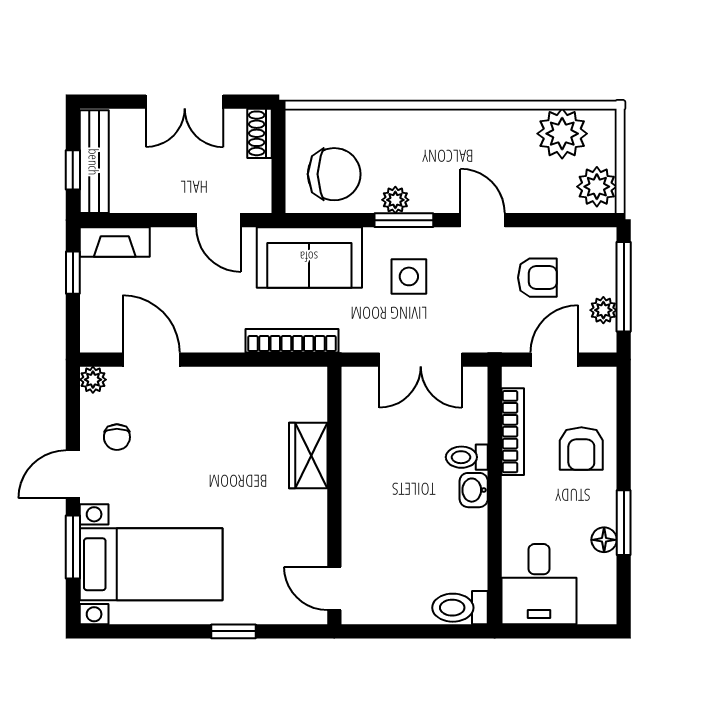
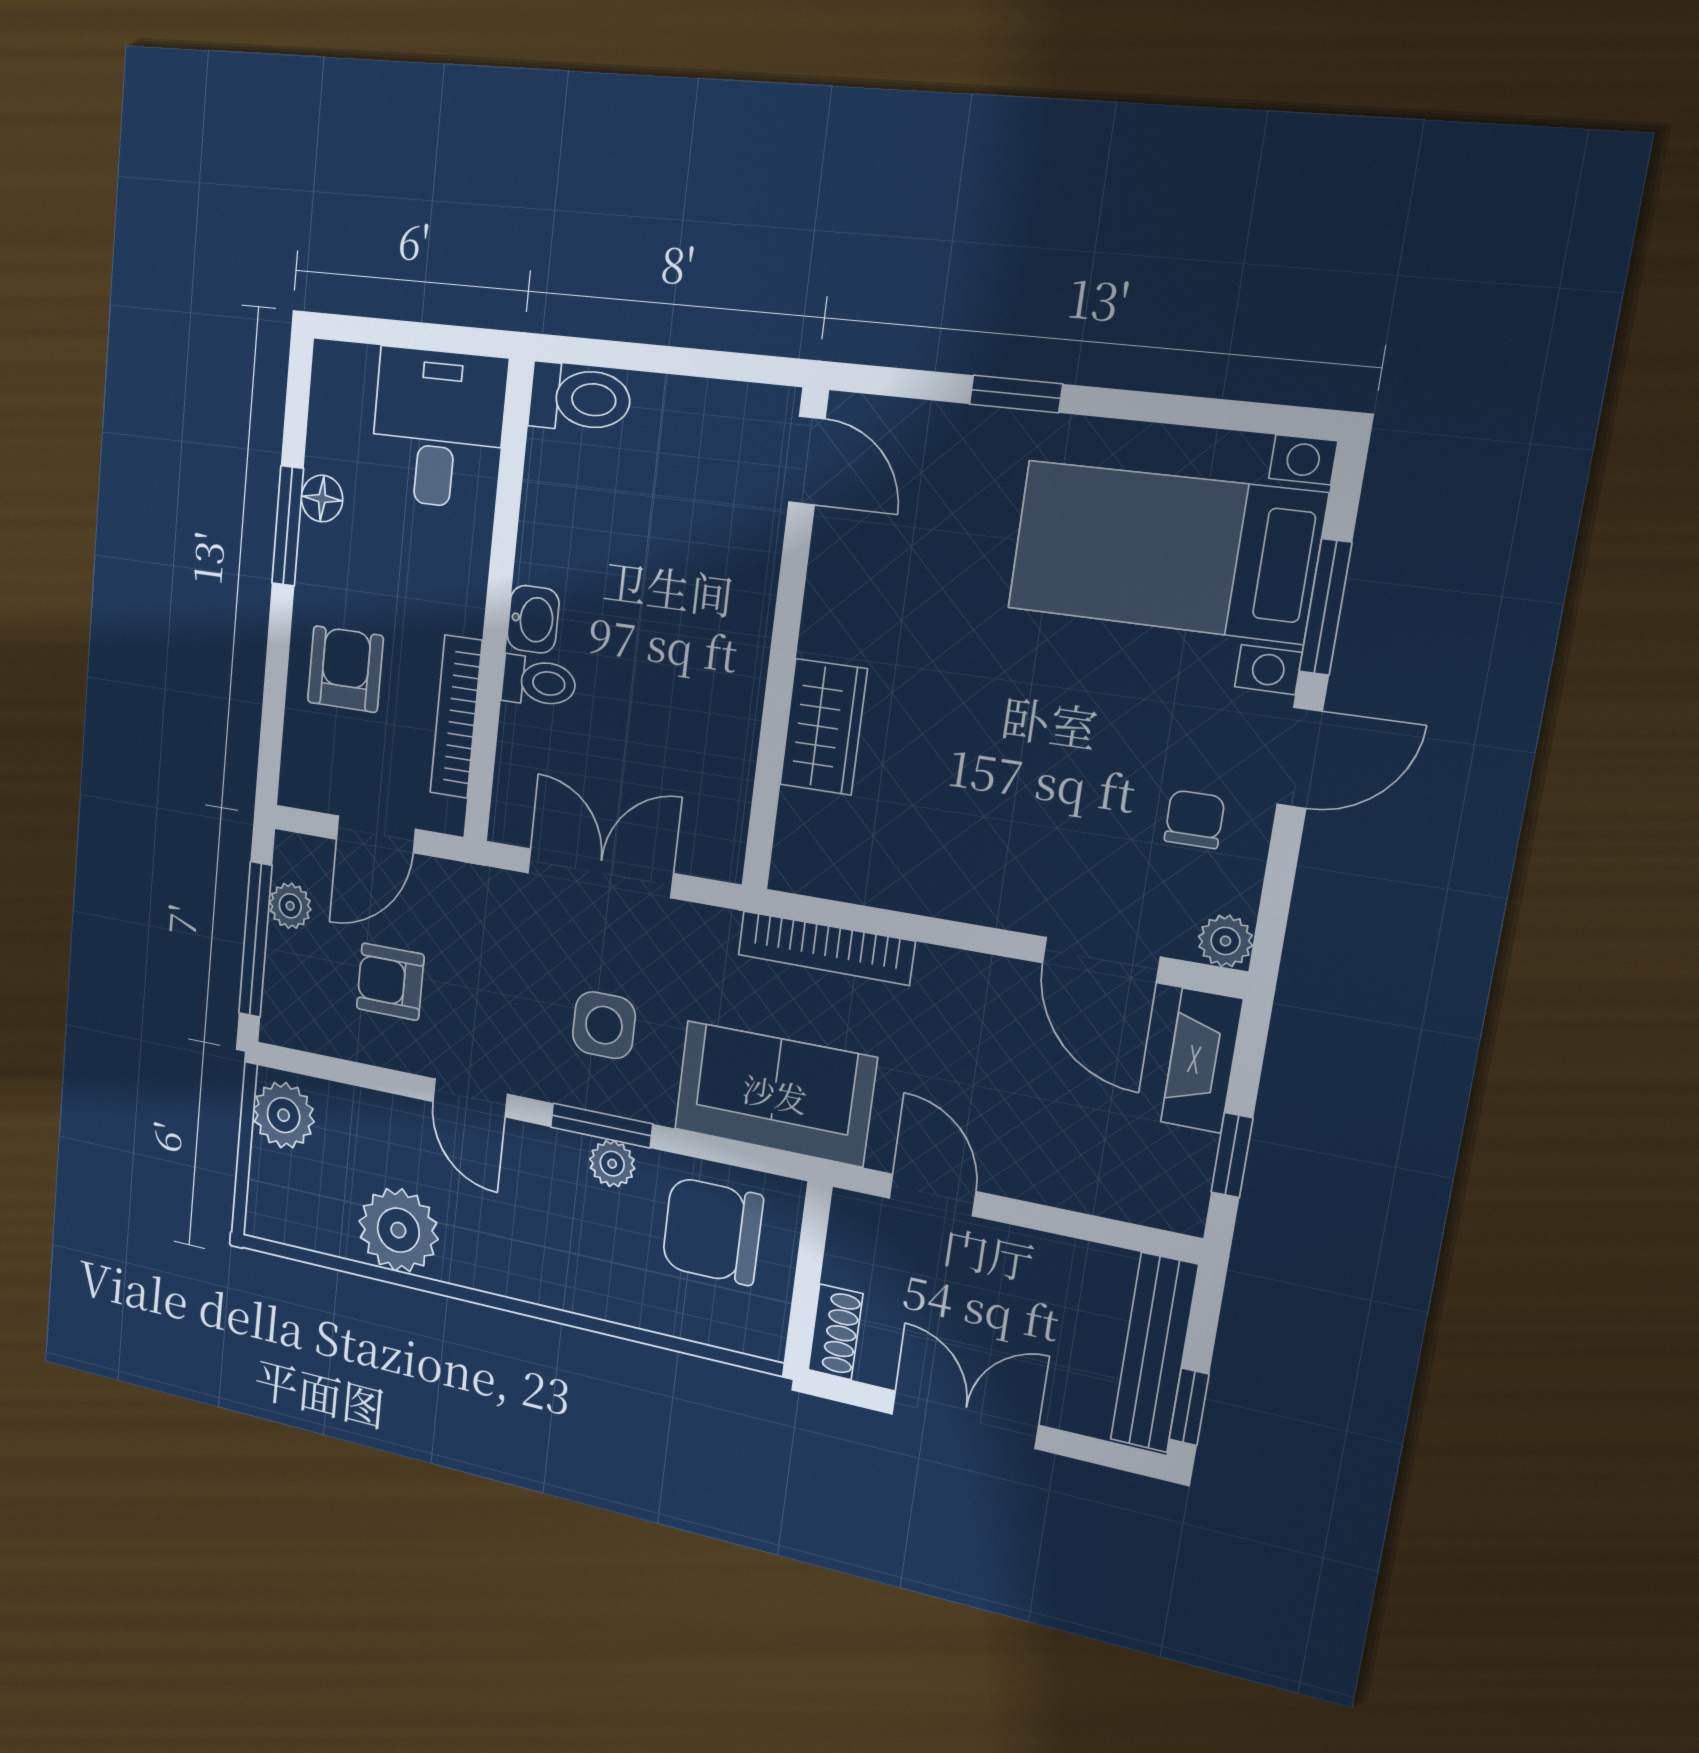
plant: (562, 134) -> (398, 1230), moved
window: (73, 170) -> (1189, 1407), moved
fireplace: (115, 242) -> (1202, 1061), moved, turned -90

